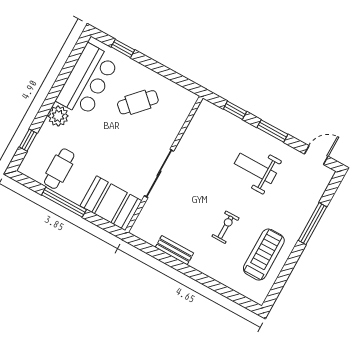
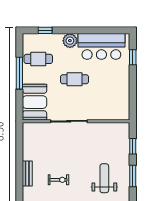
cafe table: (138, 102) -> (74, 79), moved, turned -43
bench: (174, 250) -> (27, 173), moved

